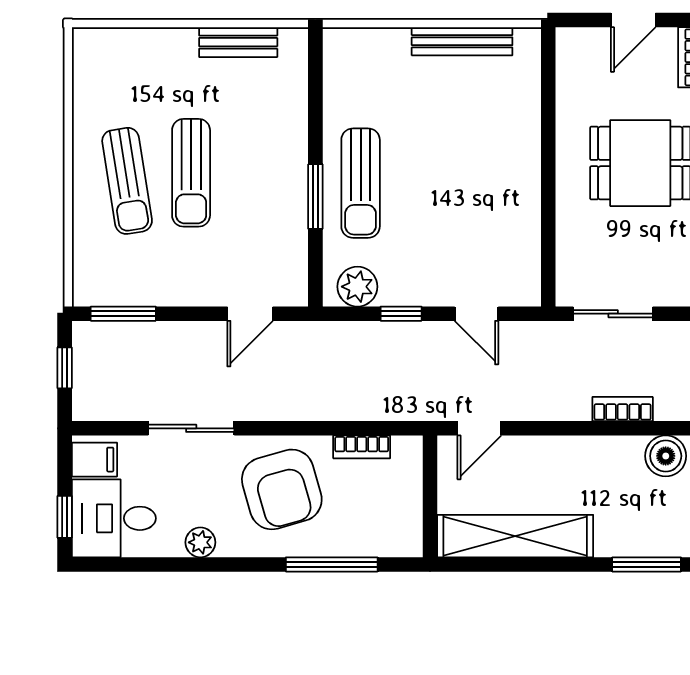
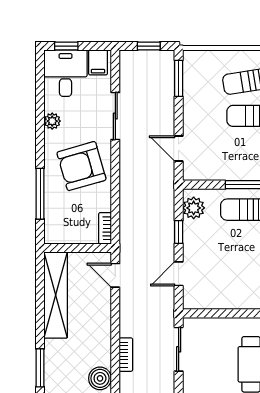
bookcase: (362, 447) -> (105, 228), moved

